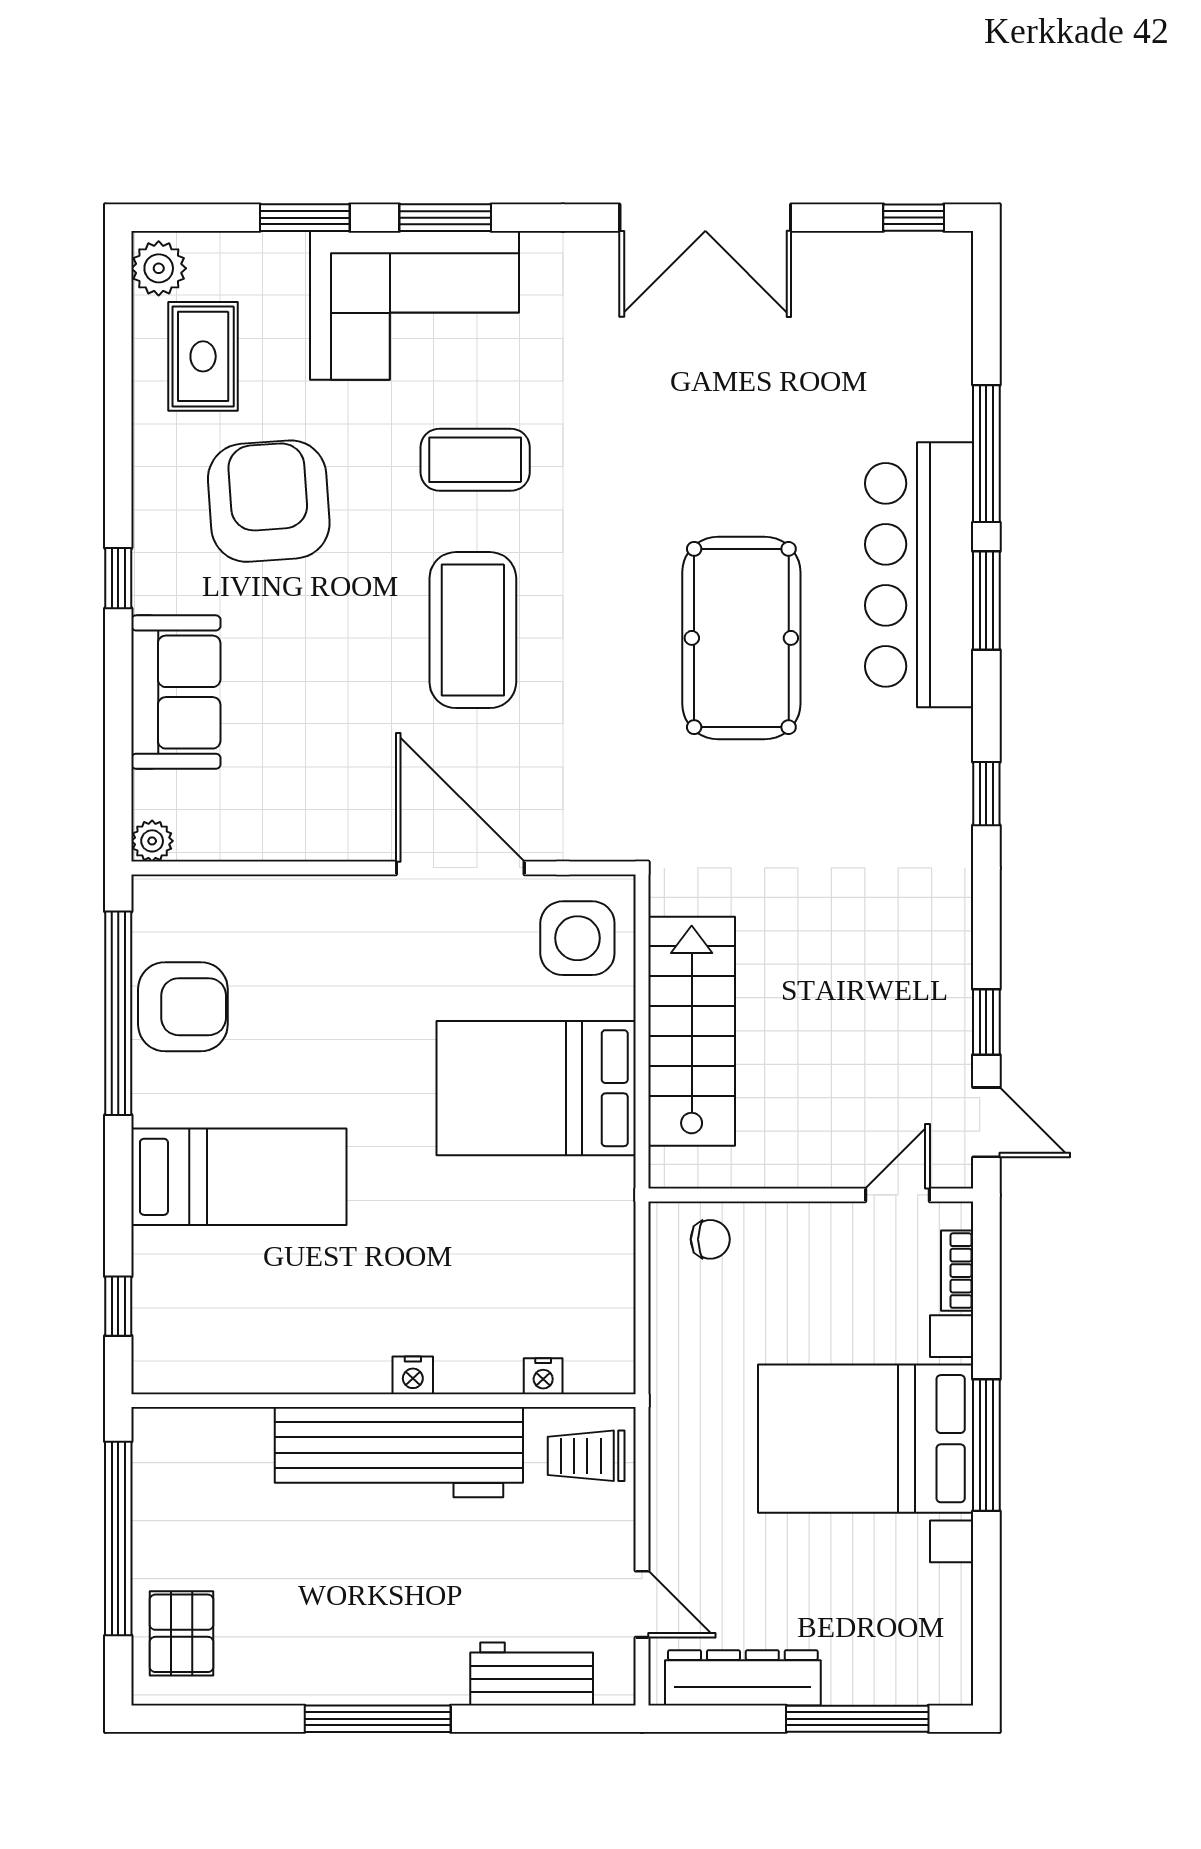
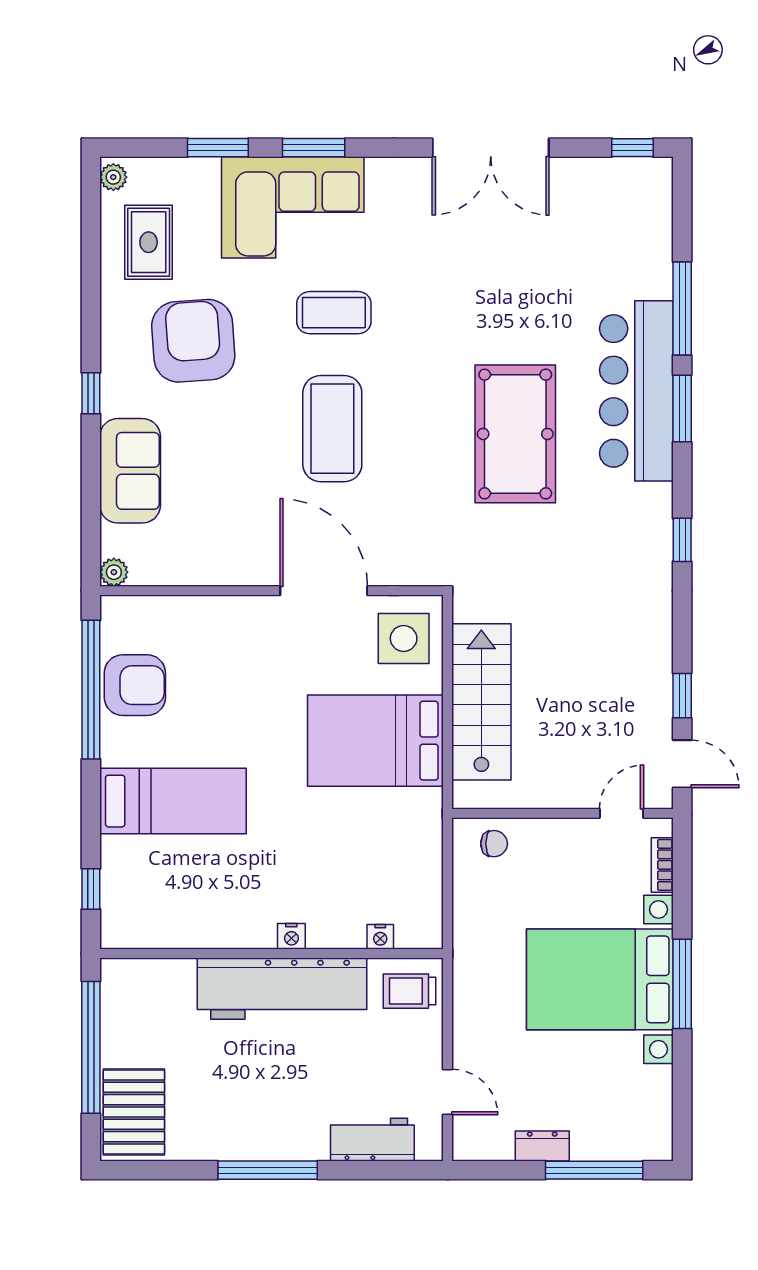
plant: (159, 268) -> (113, 177), width x0.73, depth x0.73
pallet: (182, 1633) -> (134, 1112), width x1.50, depth x1.42
dresser: (743, 1678) -> (542, 1146), width x0.51, depth x0.80

